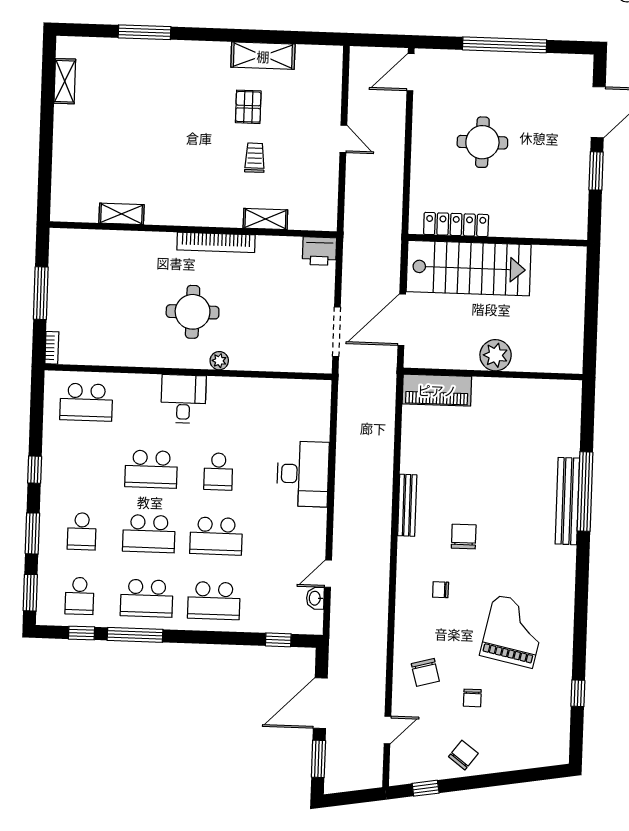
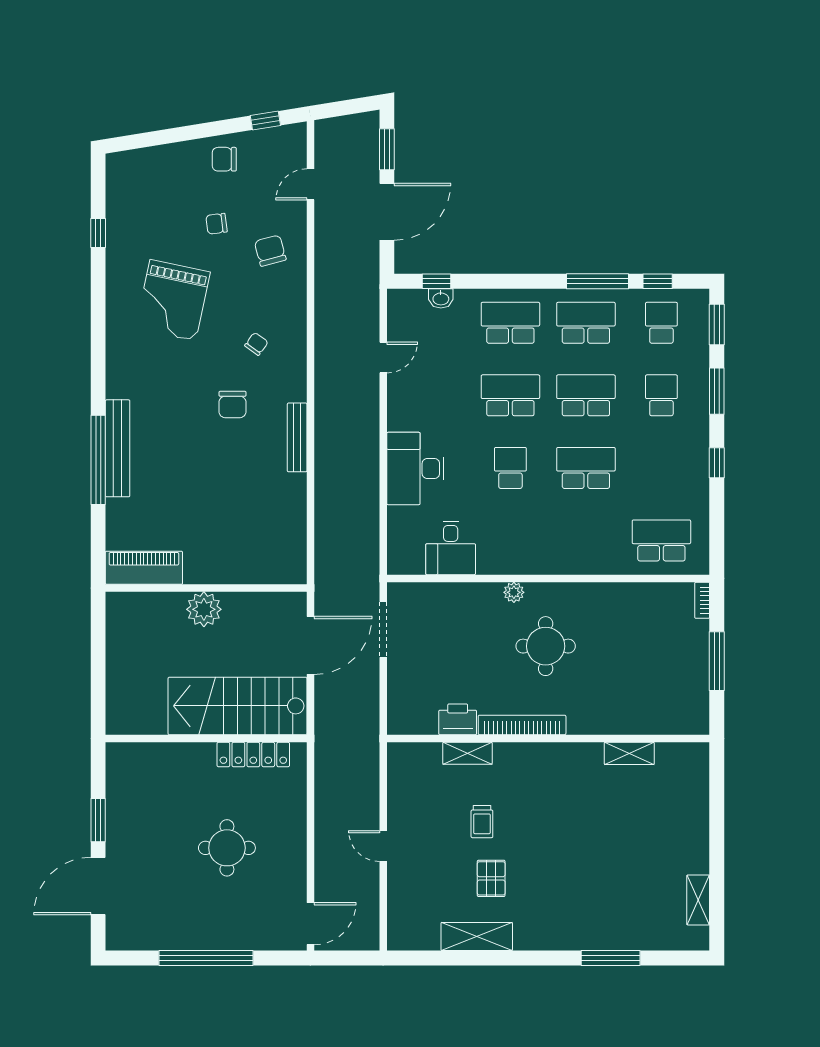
printer: (319, 251) -> (458, 719), moved
piano: (437, 390) -> (144, 568), moved
desk: (184, 399) -> (451, 548), moved
chair: (441, 590) -> (256, 344), turned -54
washbasin: (315, 598) -> (441, 298), moved, turned 90
chair: (472, 698) -> (216, 224), turned -97
chair: (463, 755) -> (224, 159), turned 53

